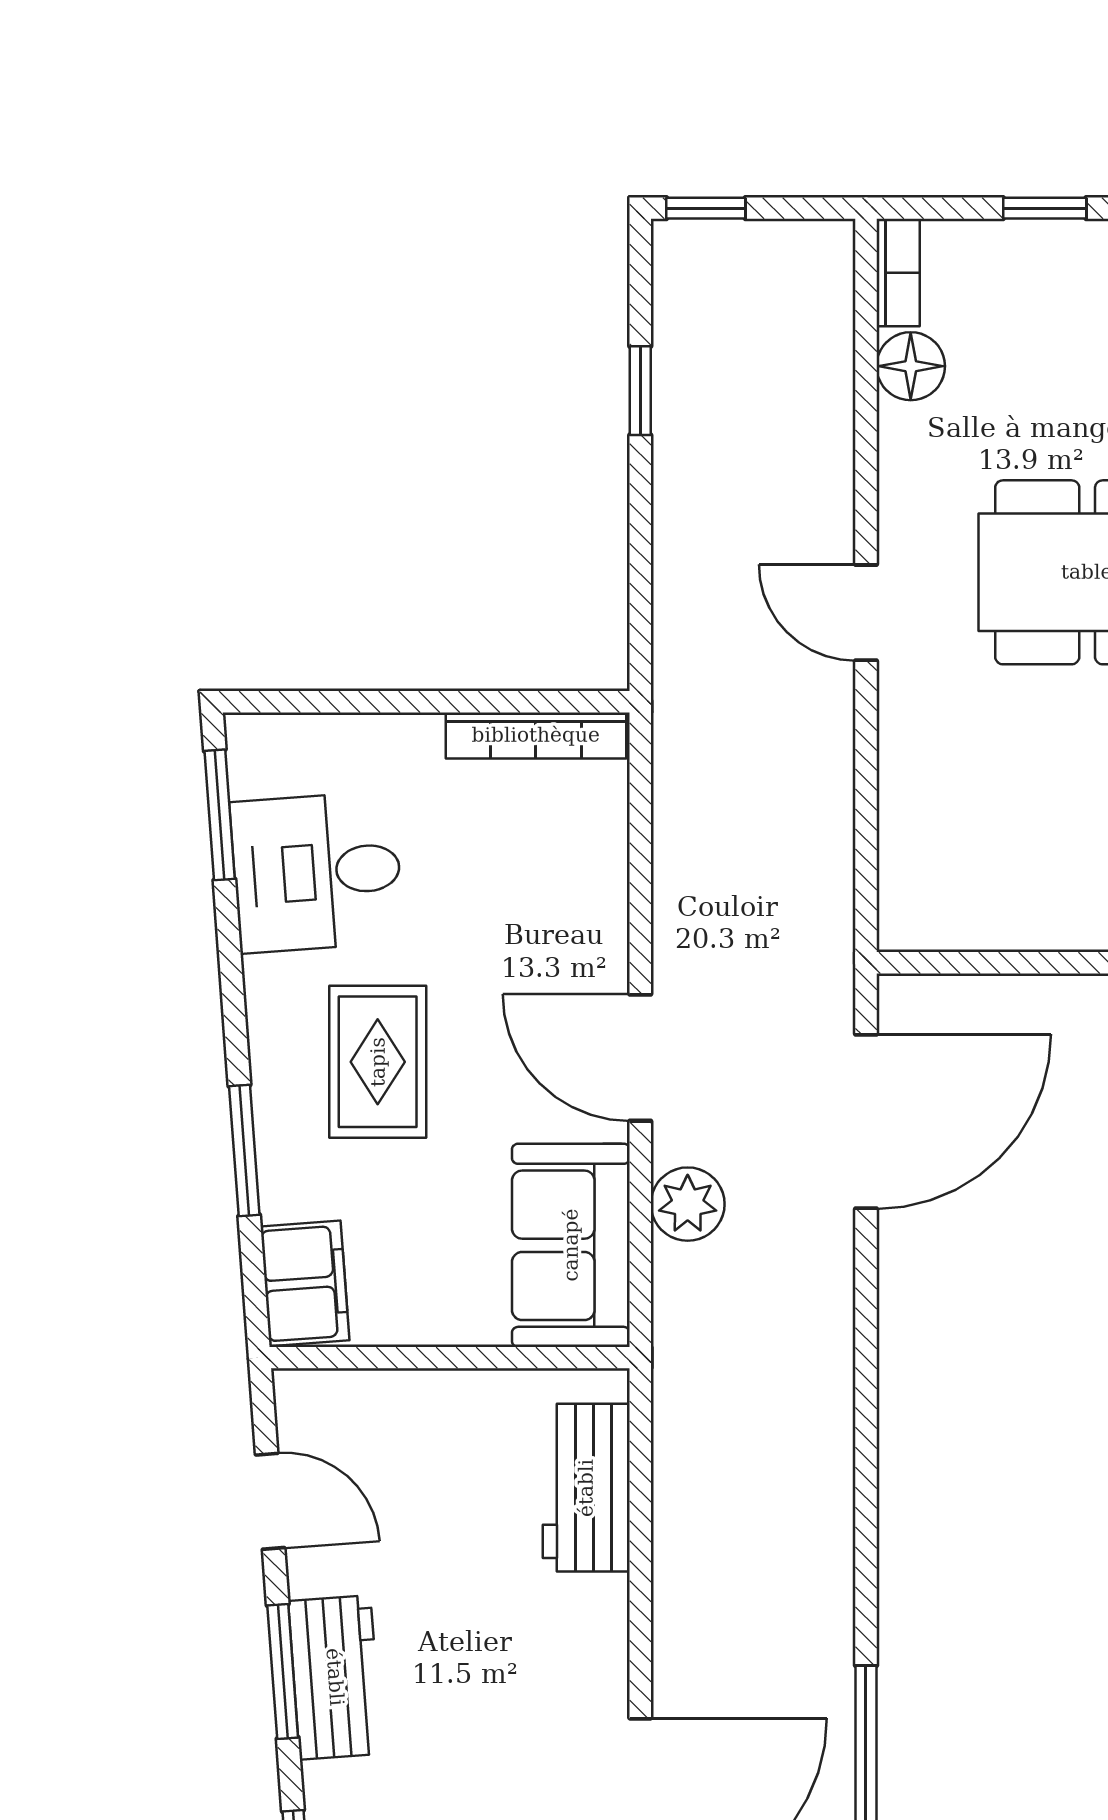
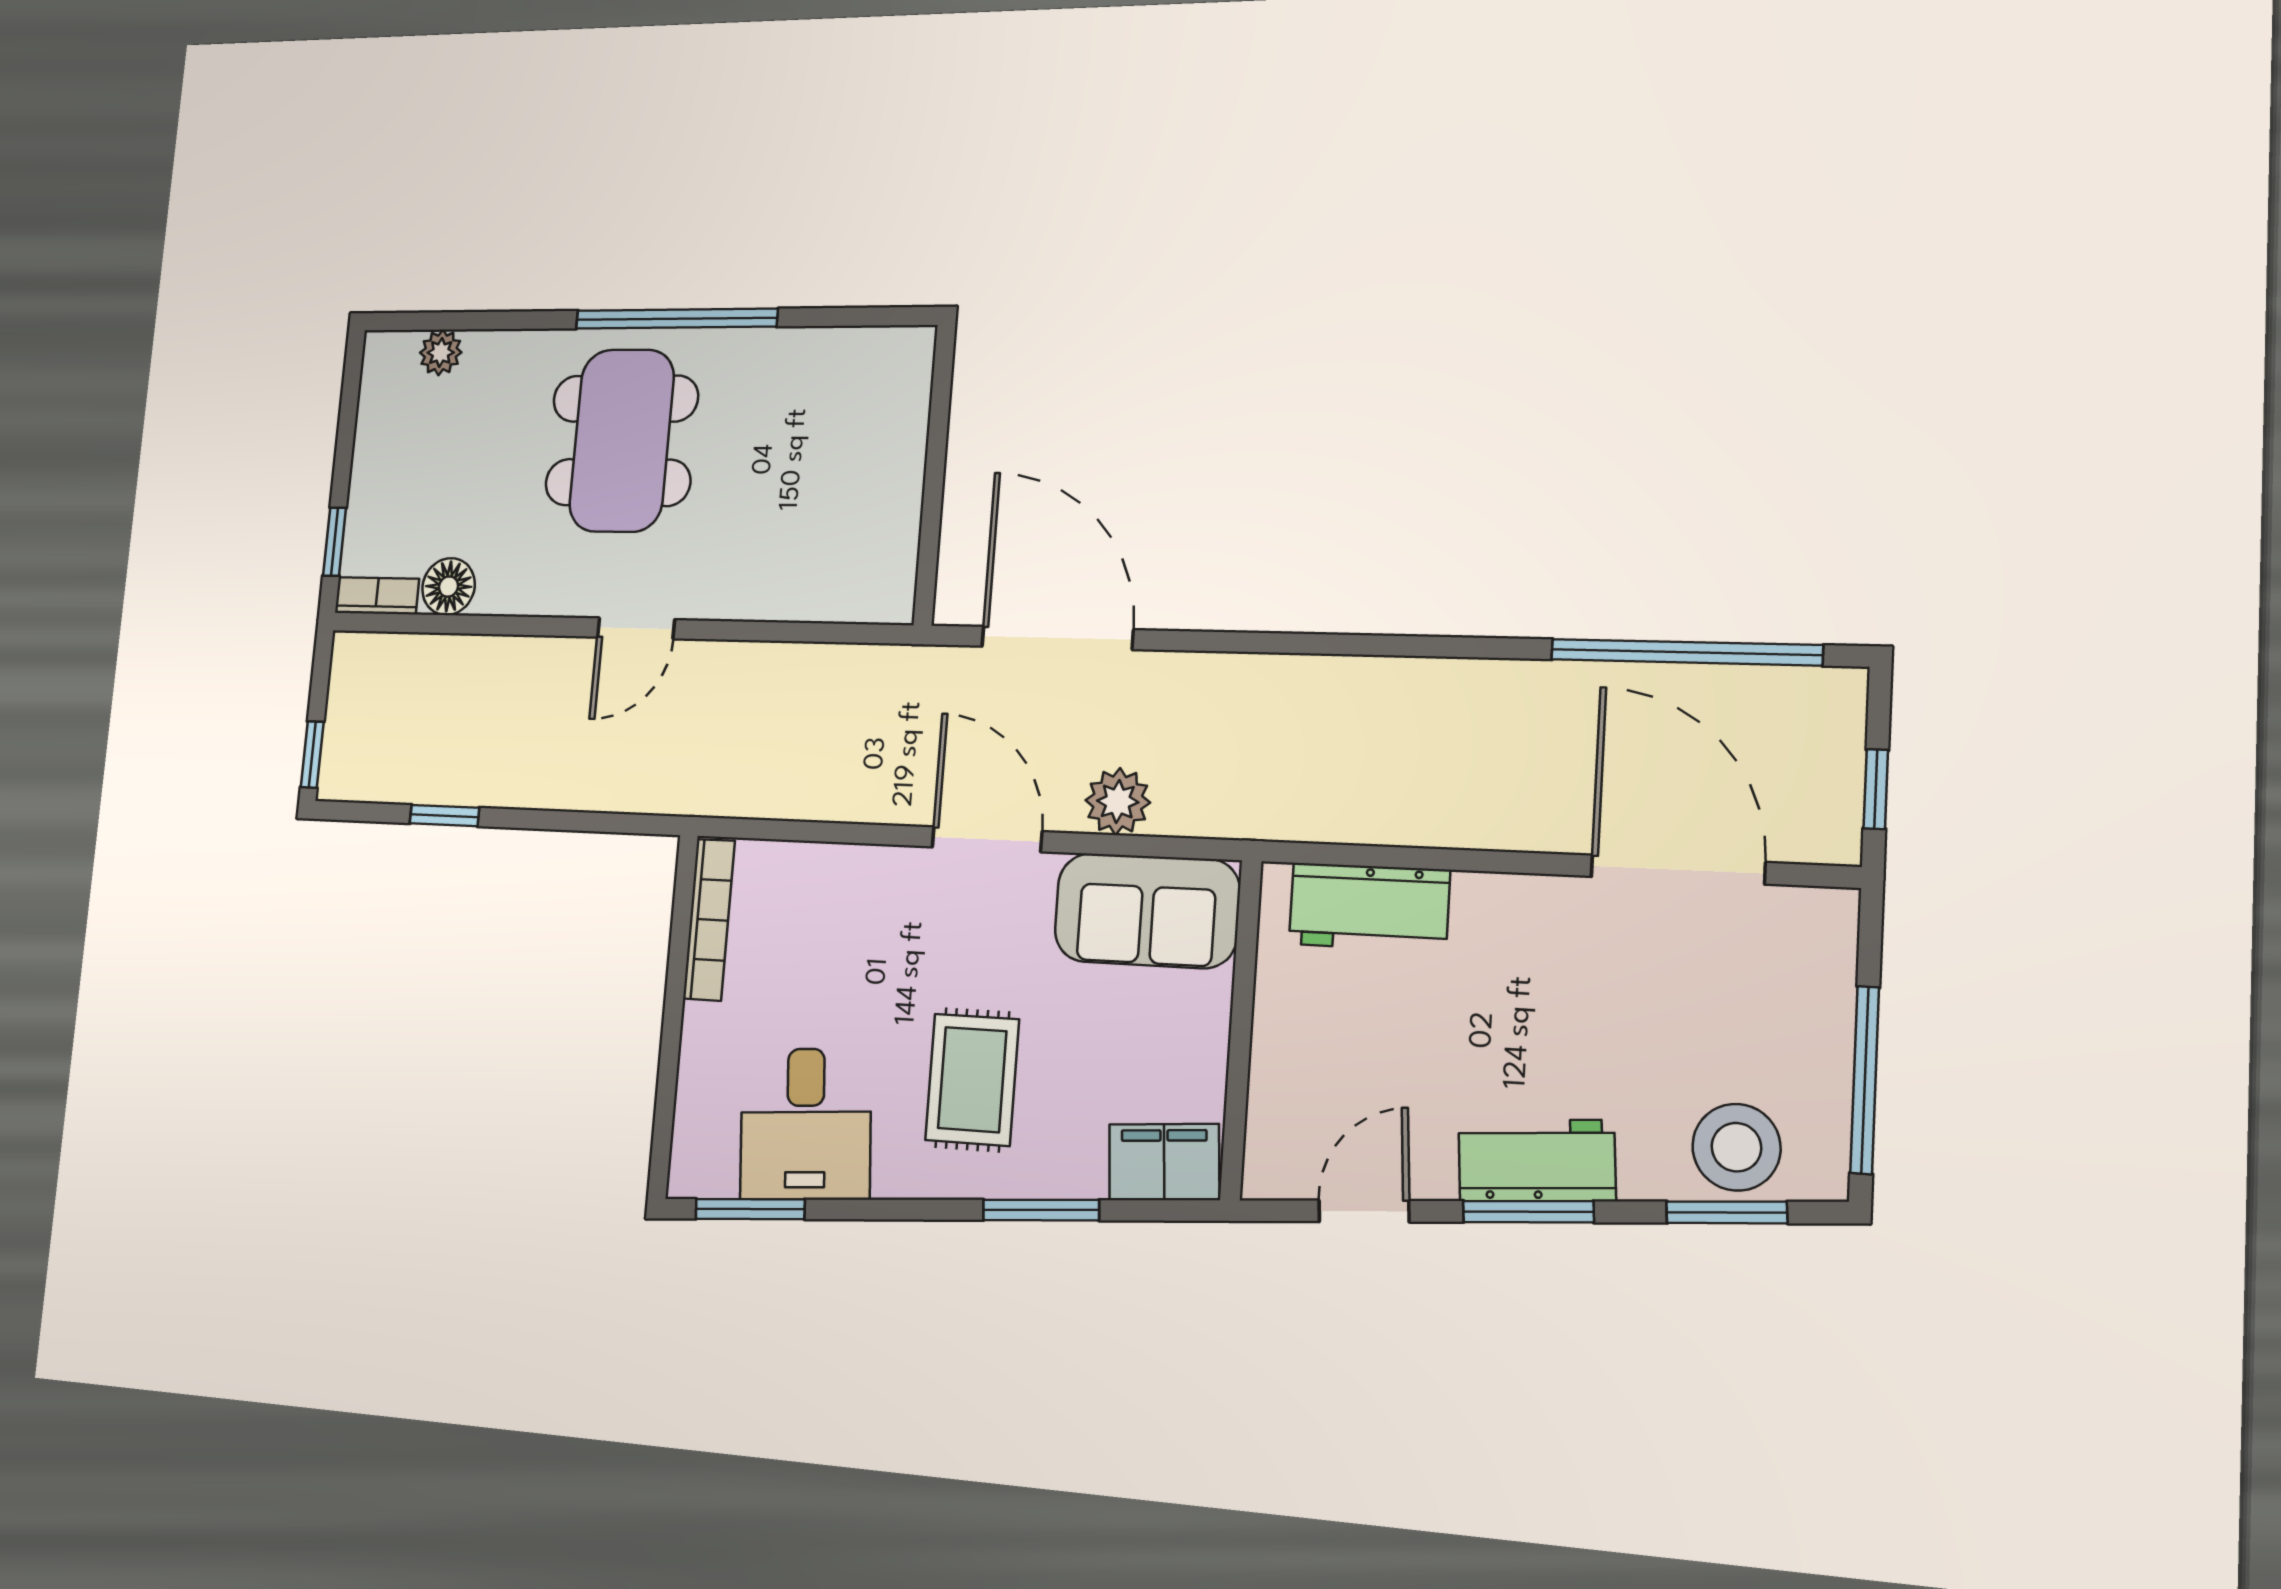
window: (1045, 208) -> (335, 542), moved
door: (640, 1058) -> (987, 839), swing flipped
rug: (378, 1062) -> (972, 1080), turned 90

